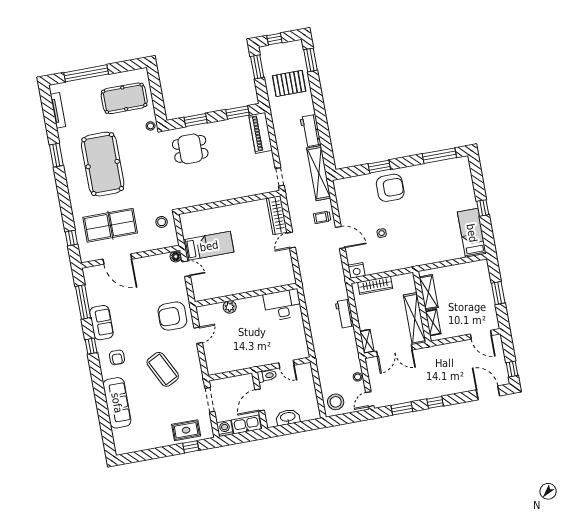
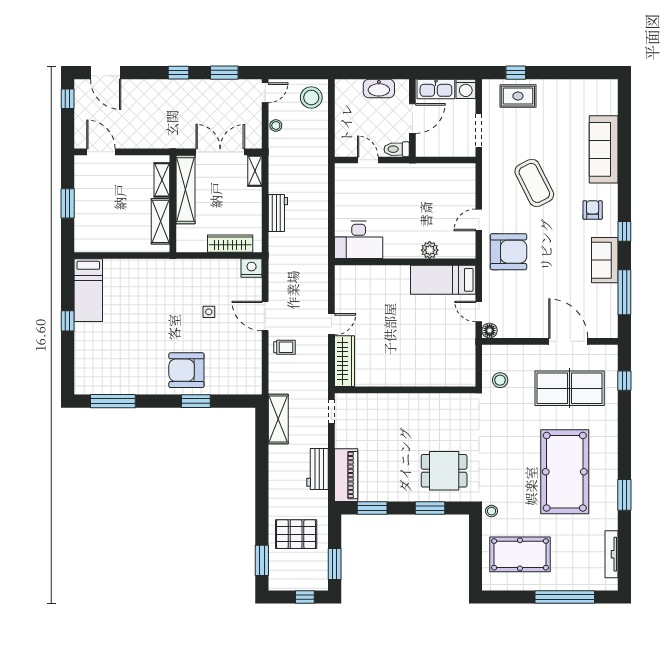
workbench: (310, 131) -> (318, 469), moved, turned 180
shelving: (319, 173) -> (278, 419), width x0.68
bed: (209, 246) -> (443, 280), moved

